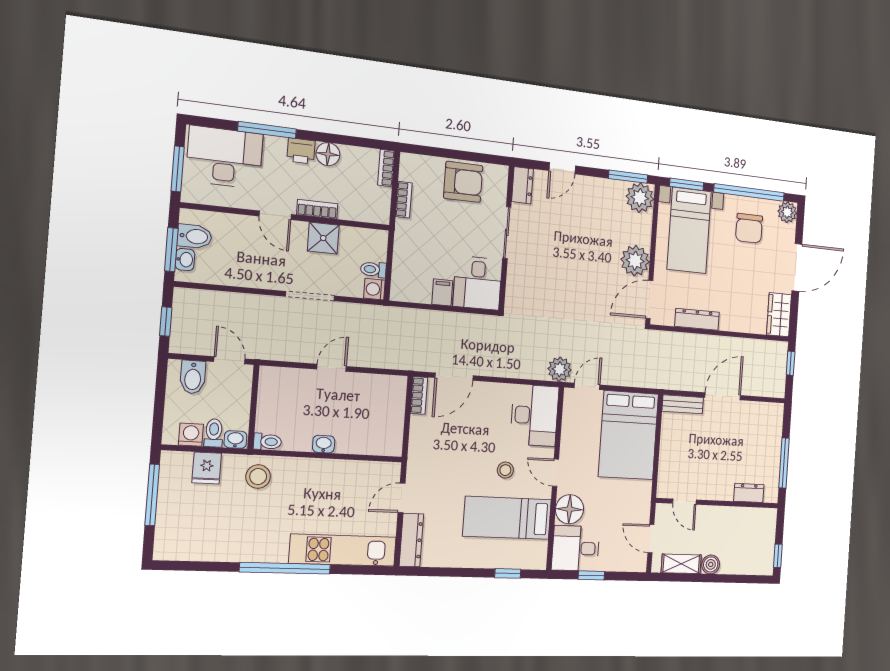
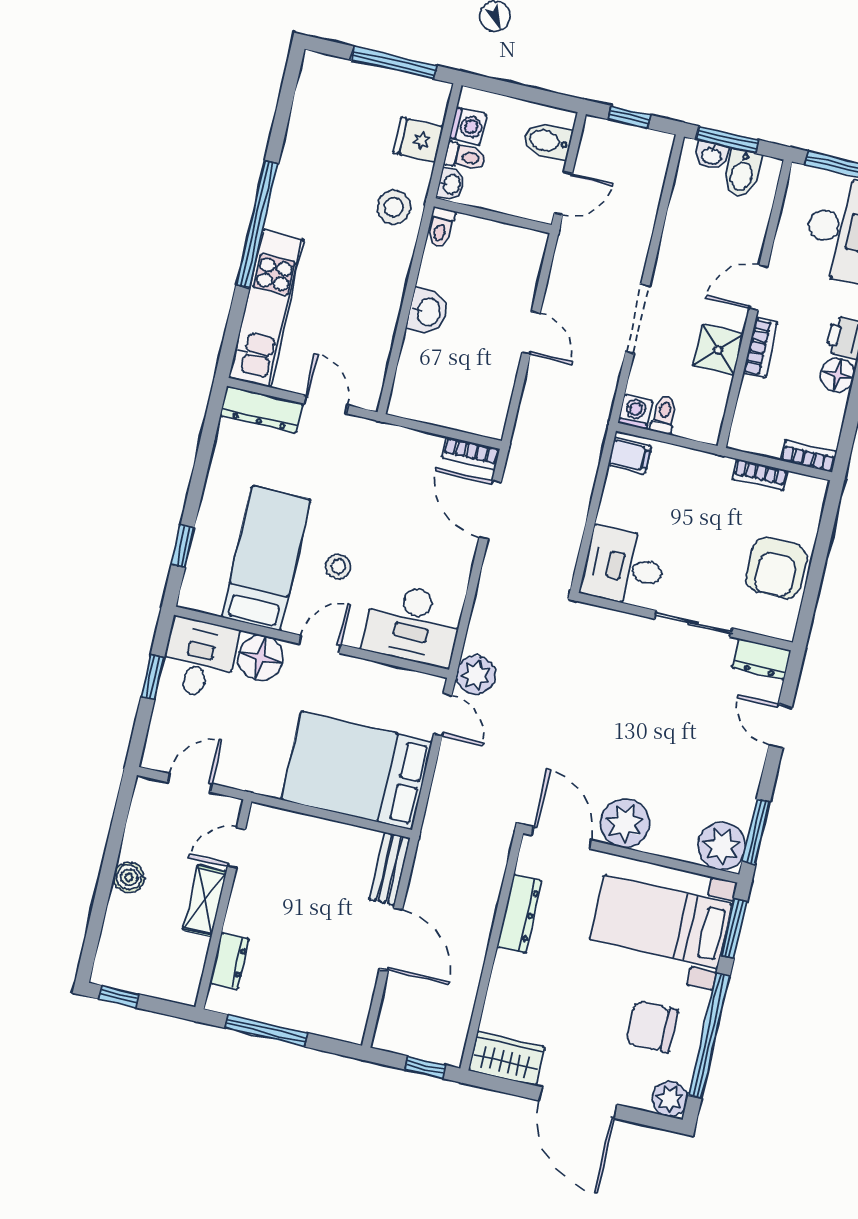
filing cabinet: (442, 292) -> (630, 456), moved
washbasin: (324, 444) -> (428, 312), width x1.38, depth x1.45
shelving: (681, 564) -> (205, 901), moved

